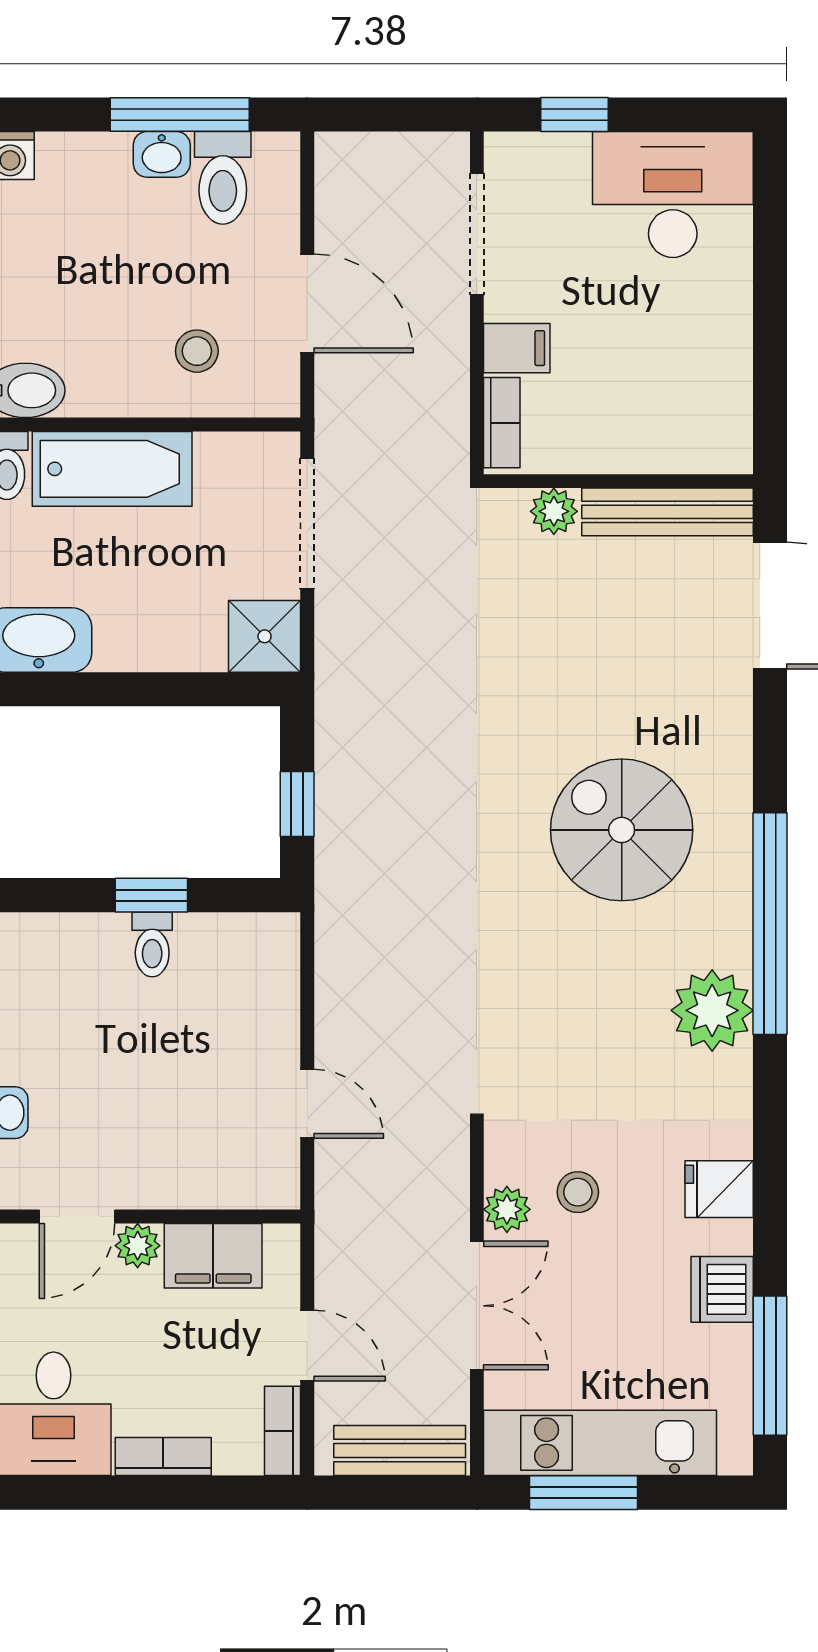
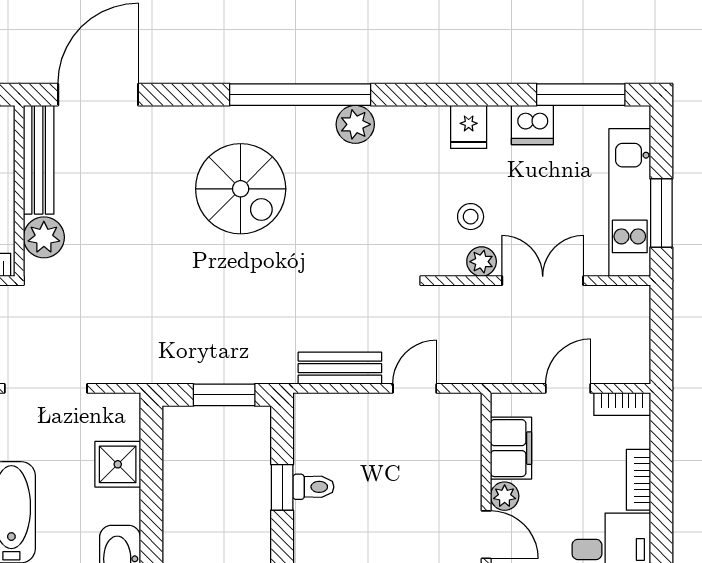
plant: (554, 511) -> (44, 237), width x1.38, depth x1.38
shower: (265, 636) -> (118, 464), moved
window: (297, 804) -> (224, 395), width x1.50
spiral stairs: (622, 830) -> (241, 189), turned -90
plant: (712, 1010) -> (355, 124), width x0.73, depth x0.73
bench: (400, 1450) -> (340, 368), moved, turned 90

